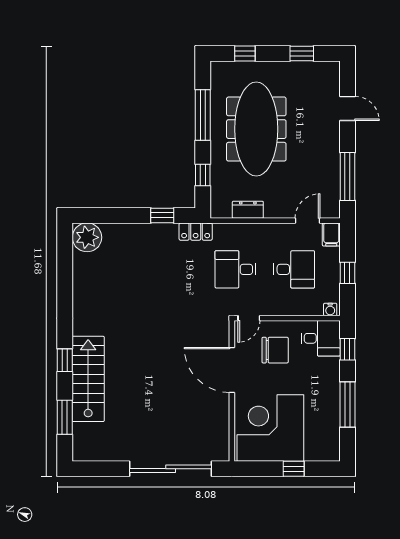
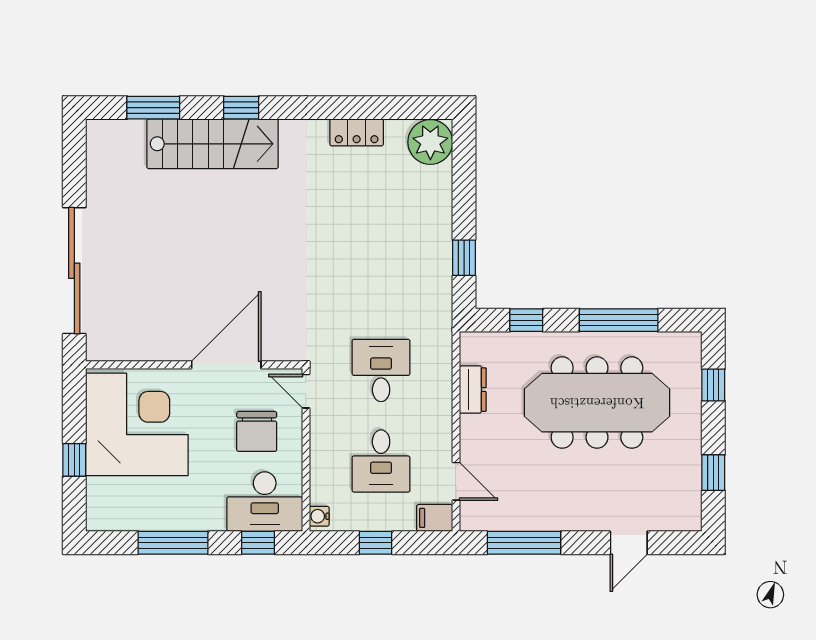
locker: (196, 232) -> (357, 132), moved, turned -90
desk: (321, 338) -> (265, 502), width x1.37

